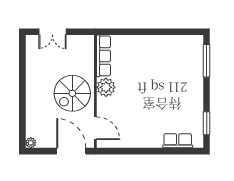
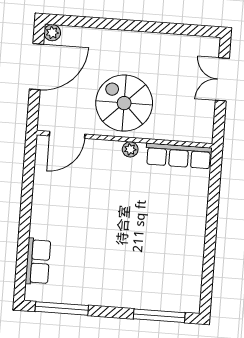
plant: (106, 87) -> (130, 149), width x0.53, depth x0.53
window: (207, 123) -> (62, 308), width x1.44
door: (71, 151) -> (37, 67), moved

